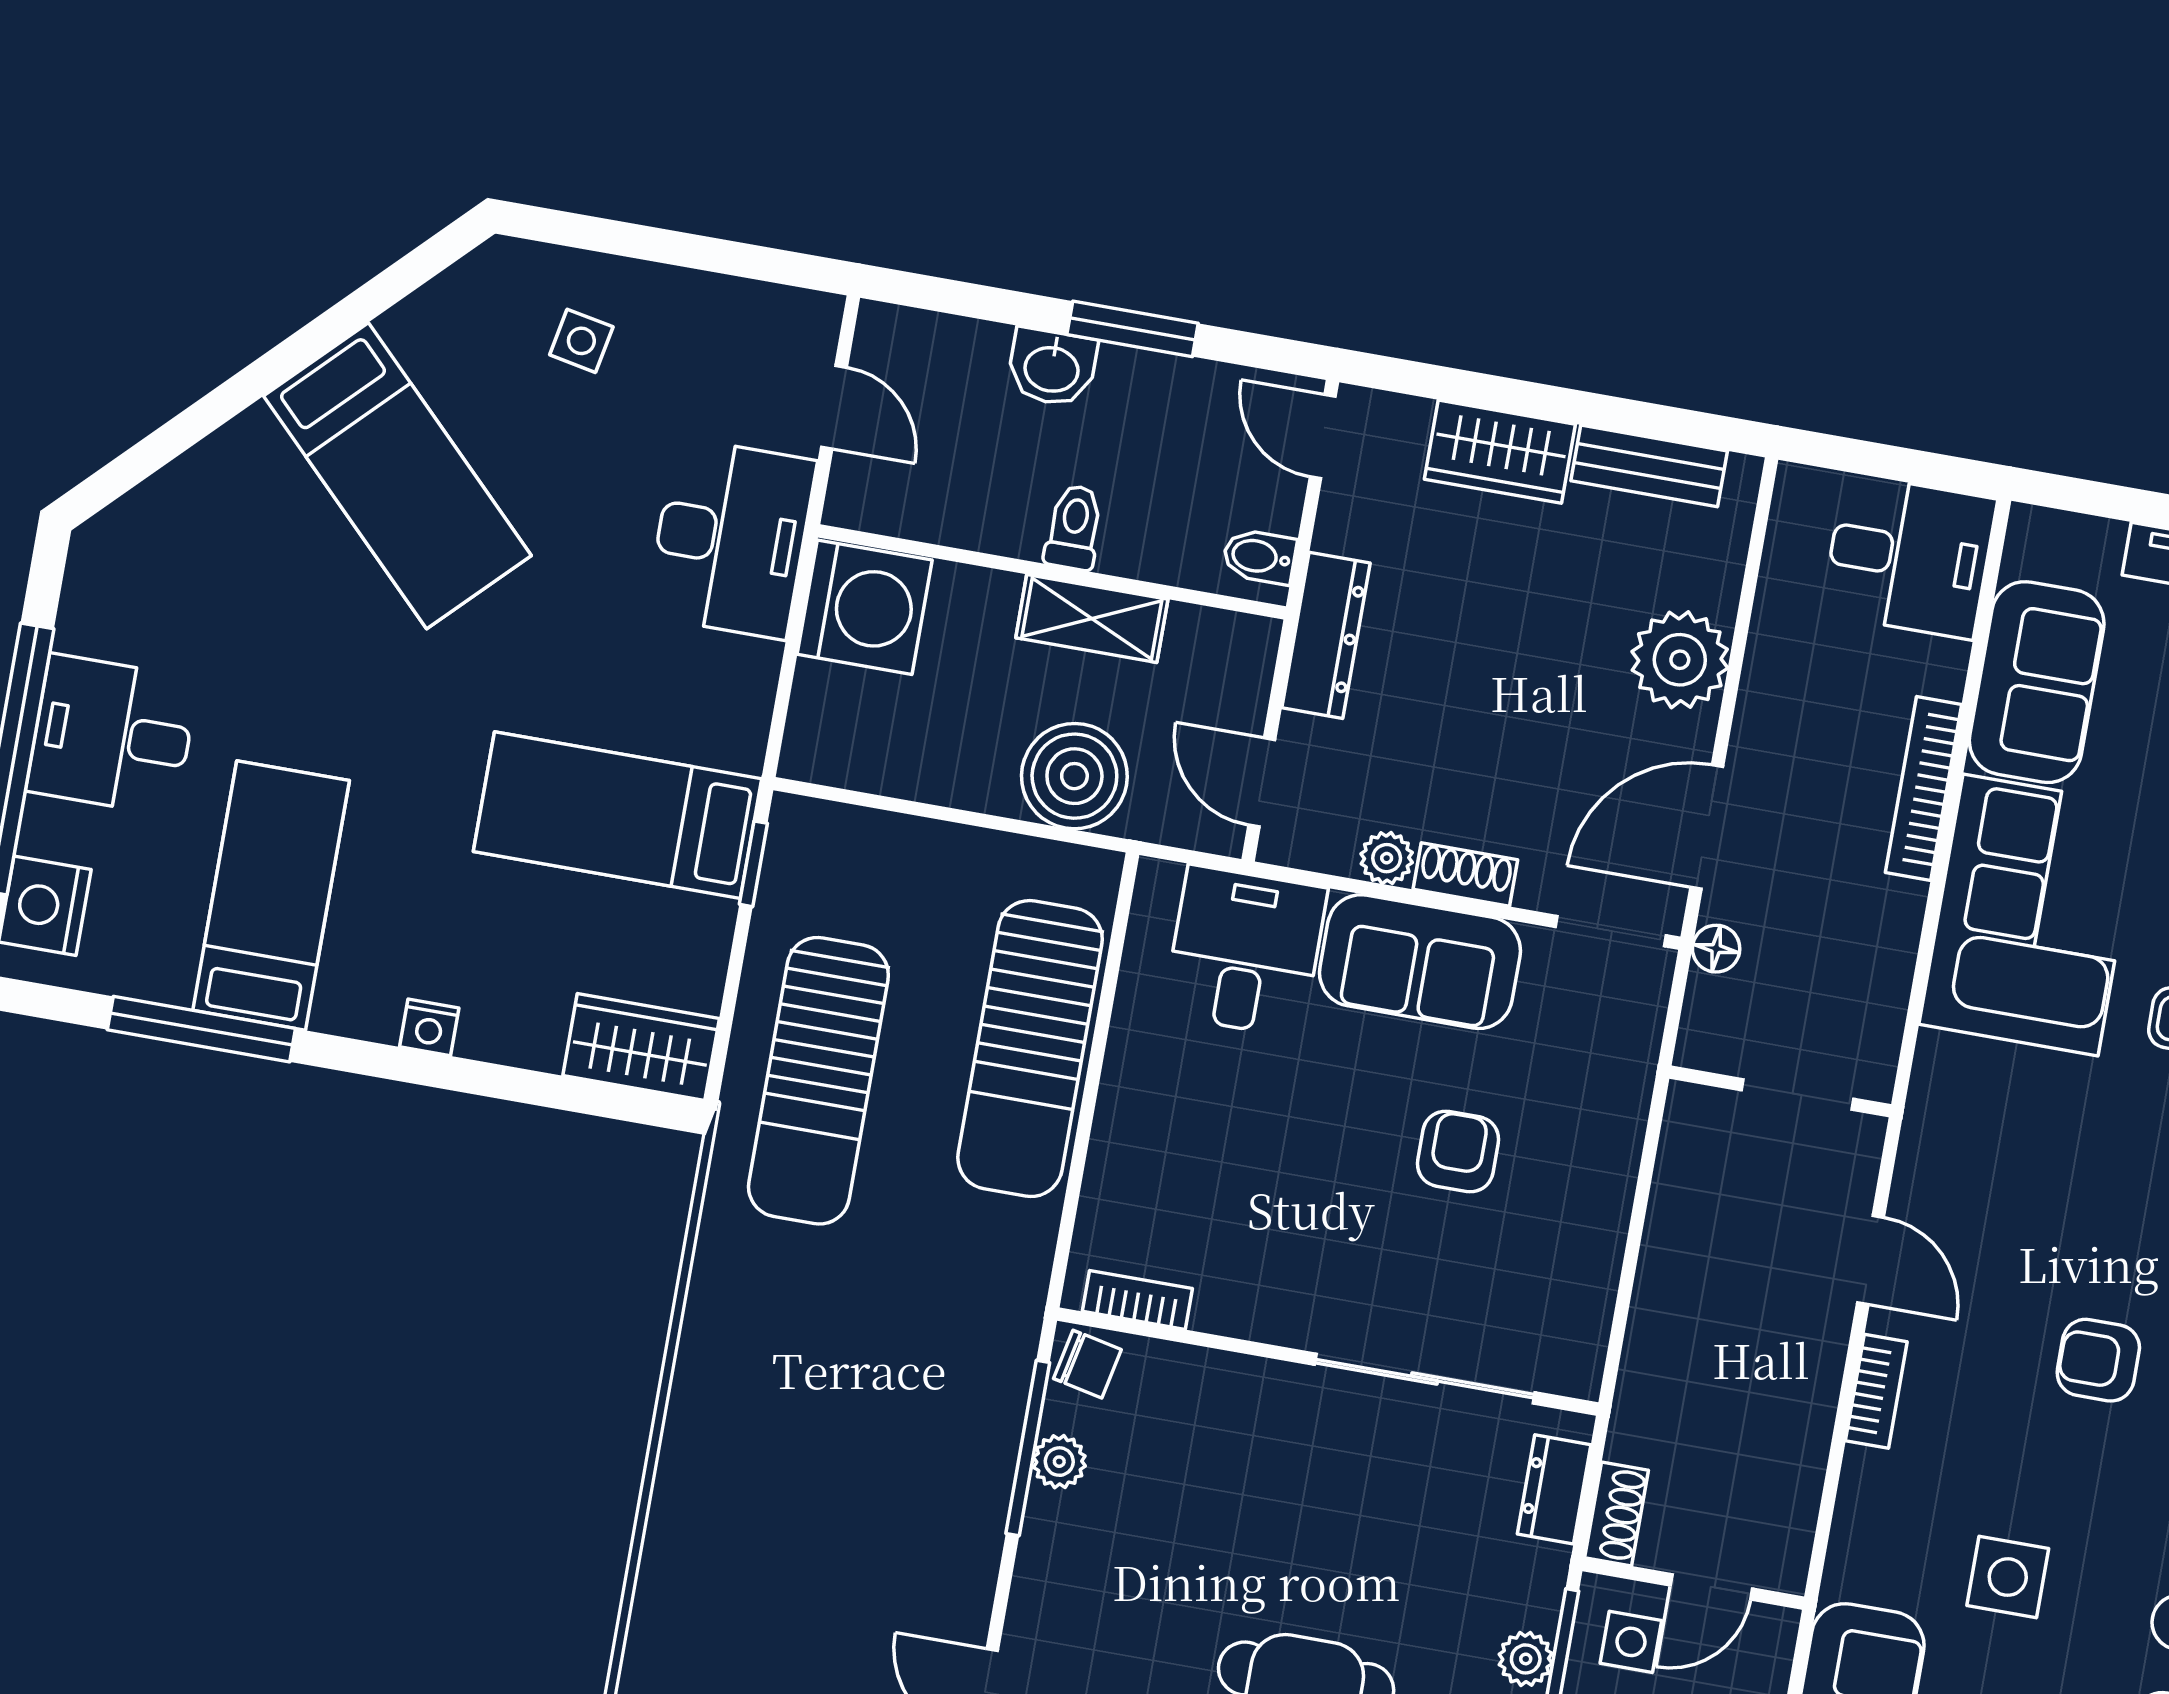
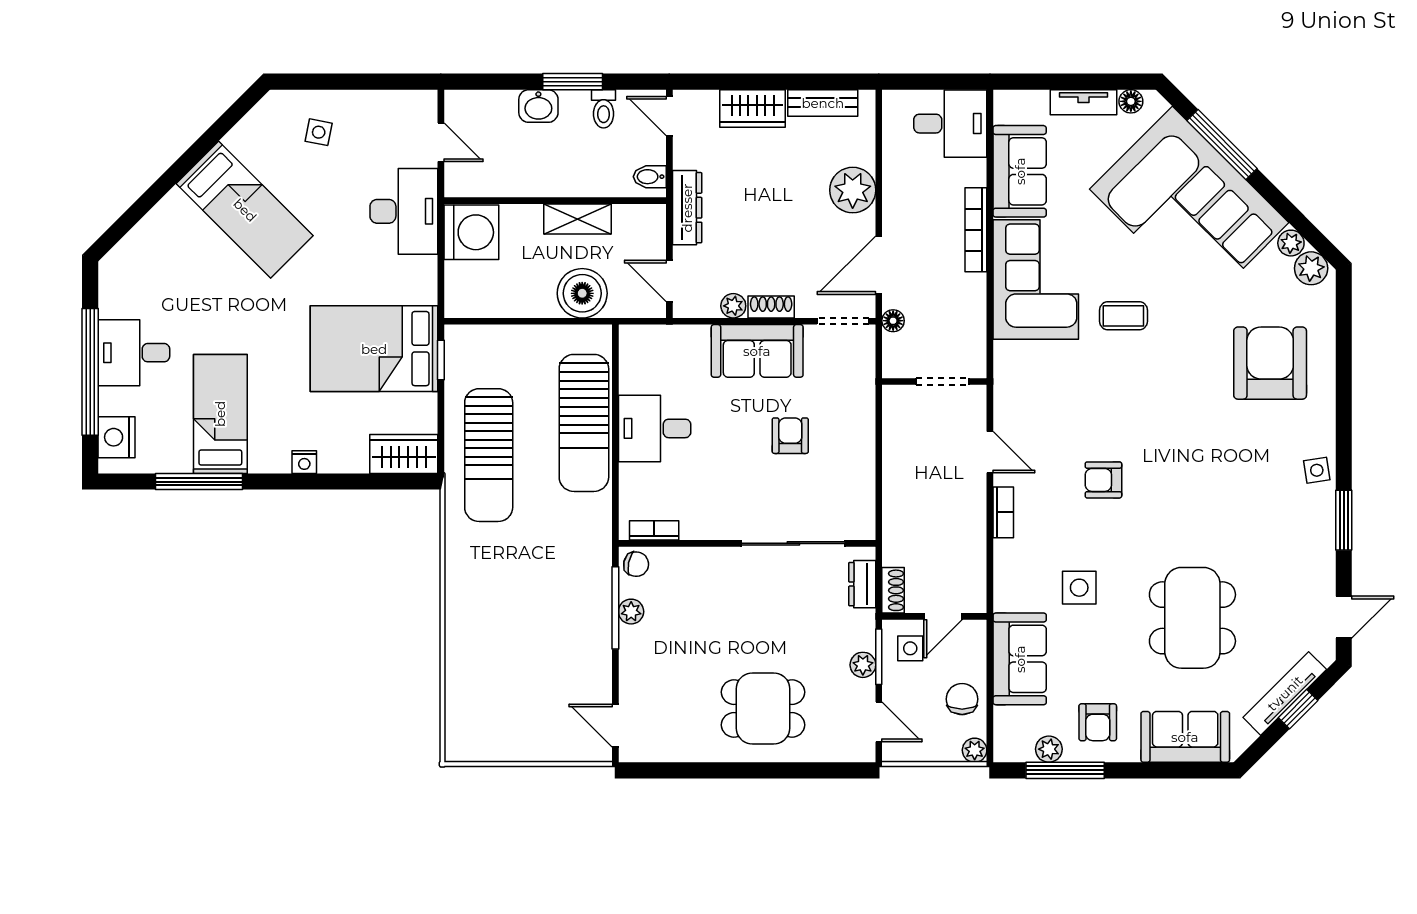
toilet: (1074, 527) -> (604, 109), moved, turned 180
bed: (618, 815) -> (374, 349), width x1.50
desk: (1245, 951) -> (655, 428), moved, turned -90

